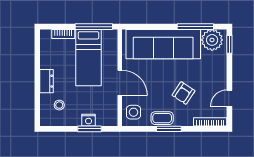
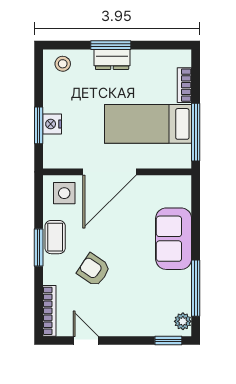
plant: (212, 40) -> (183, 321), width x0.53, depth x0.53
sofa: (163, 44) -> (174, 239), width x0.54, depth x0.79
window: (37, 82) -> (111, 45), added
door: (120, 83) -> (110, 172), width x1.36
stool: (59, 105) -> (63, 64), moved

